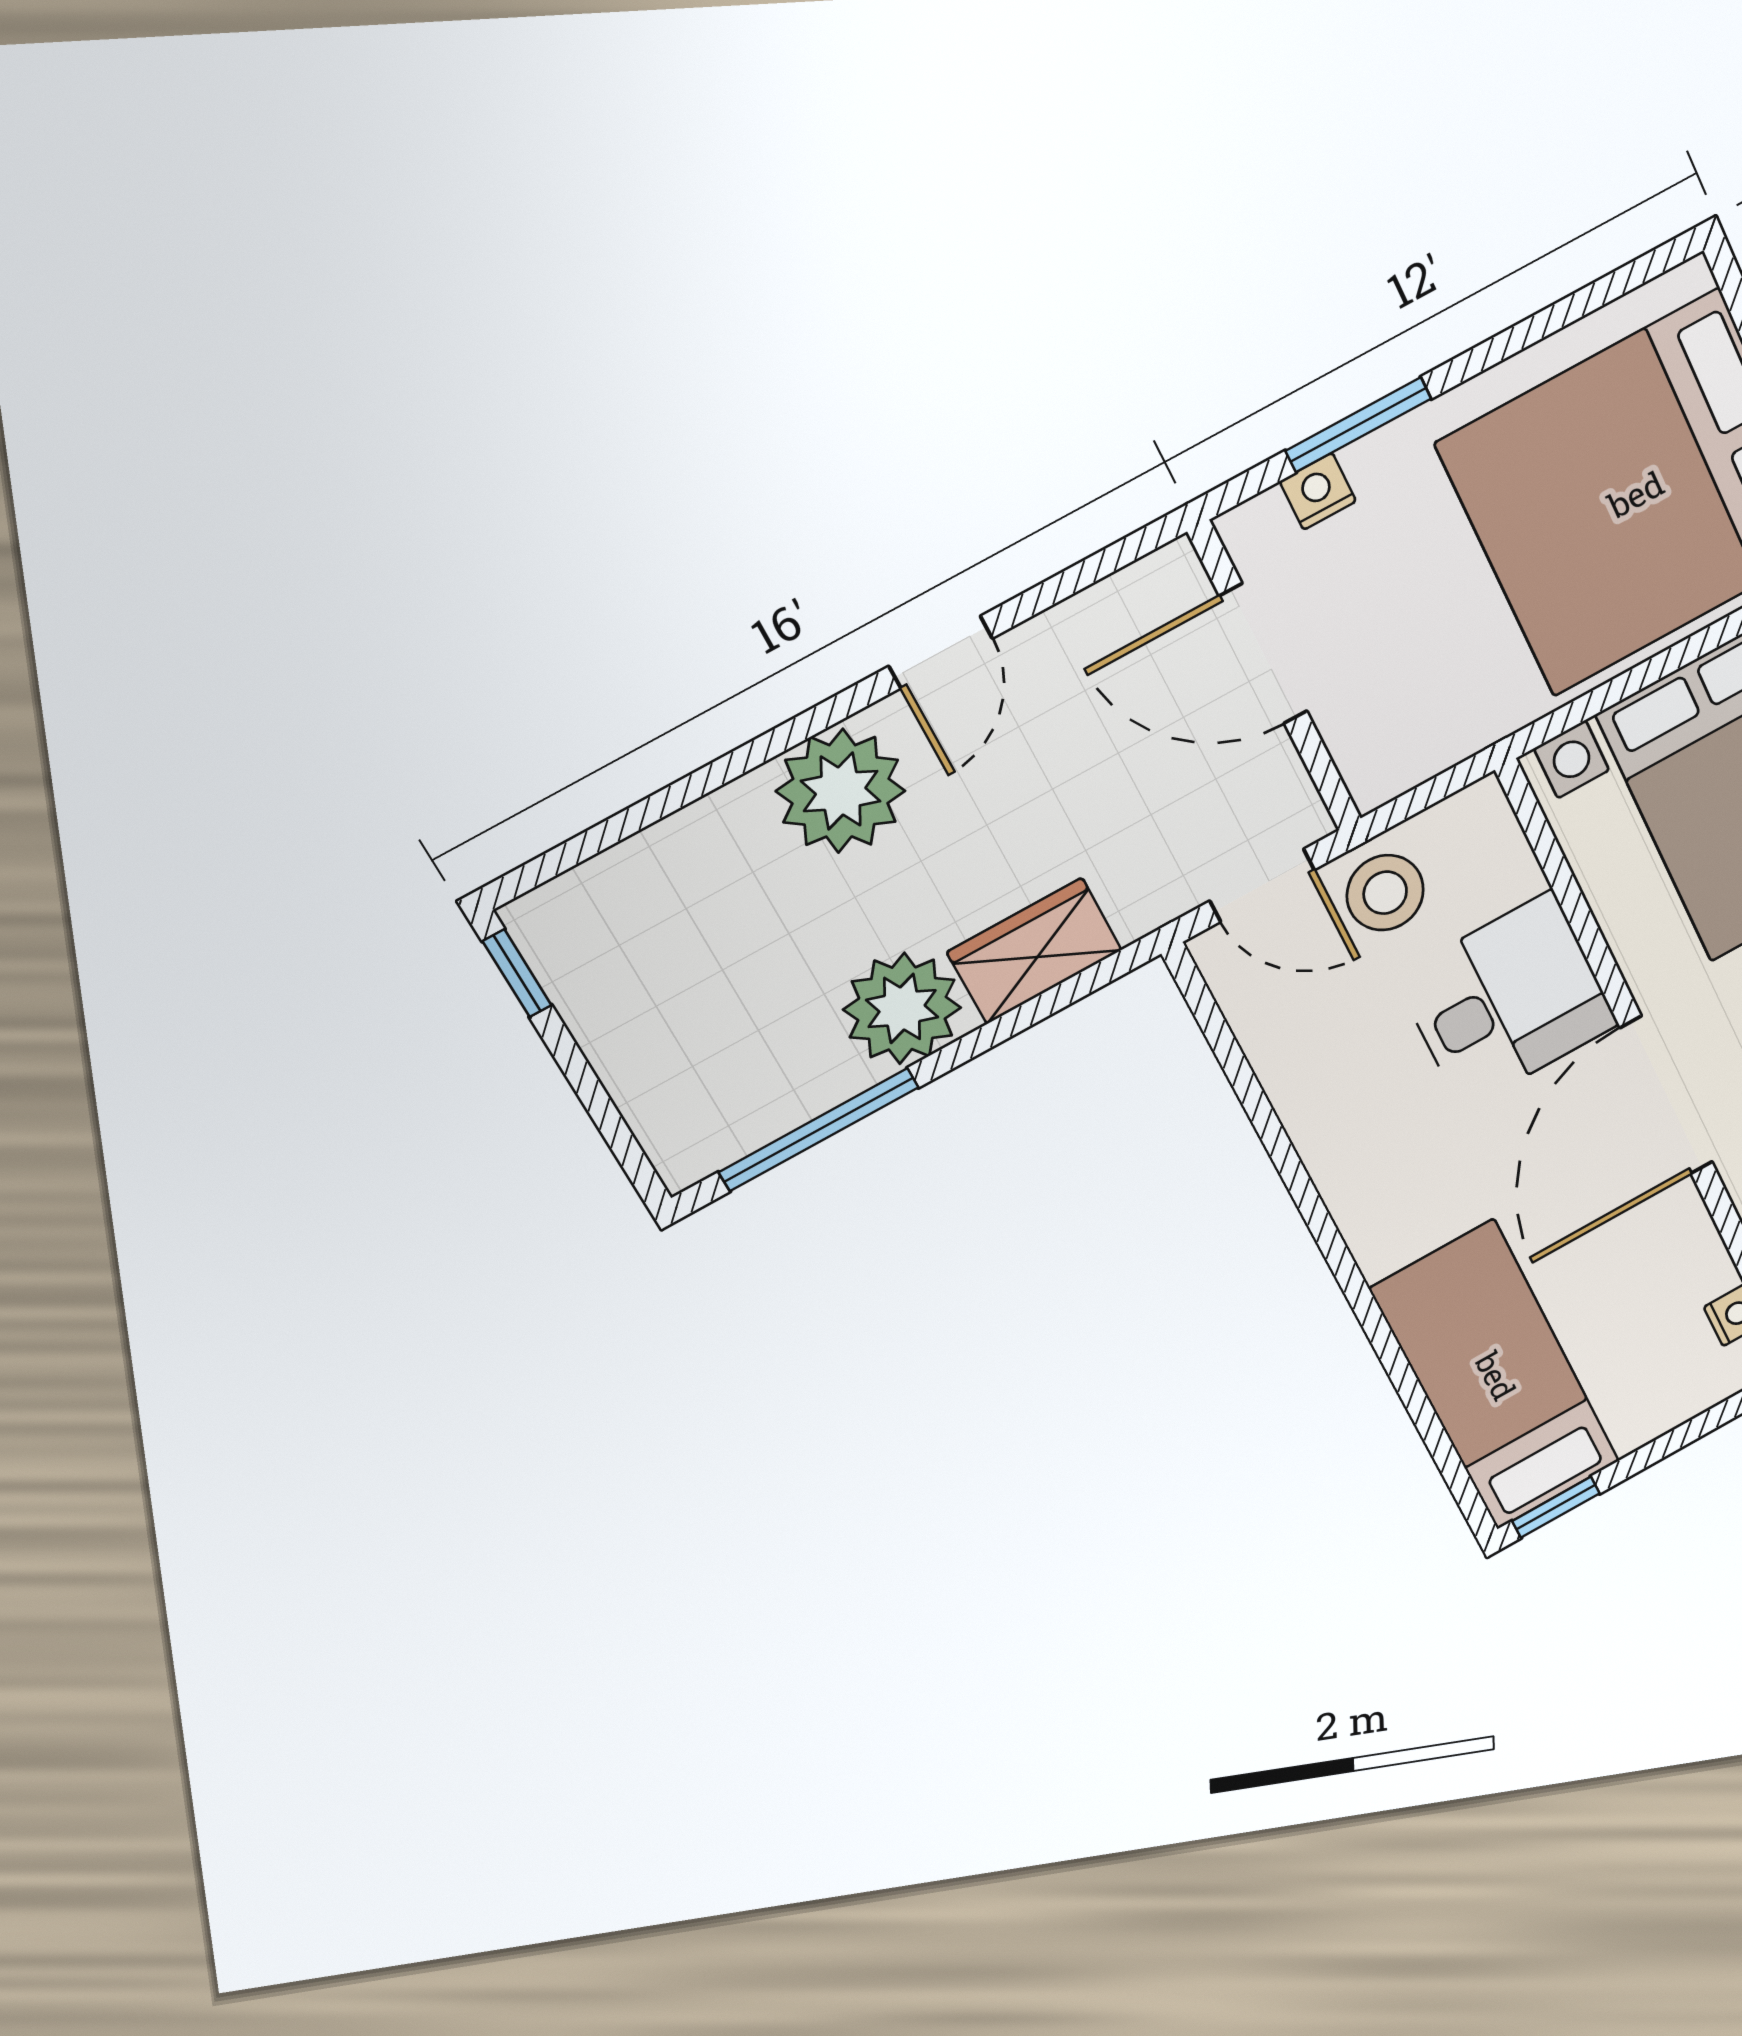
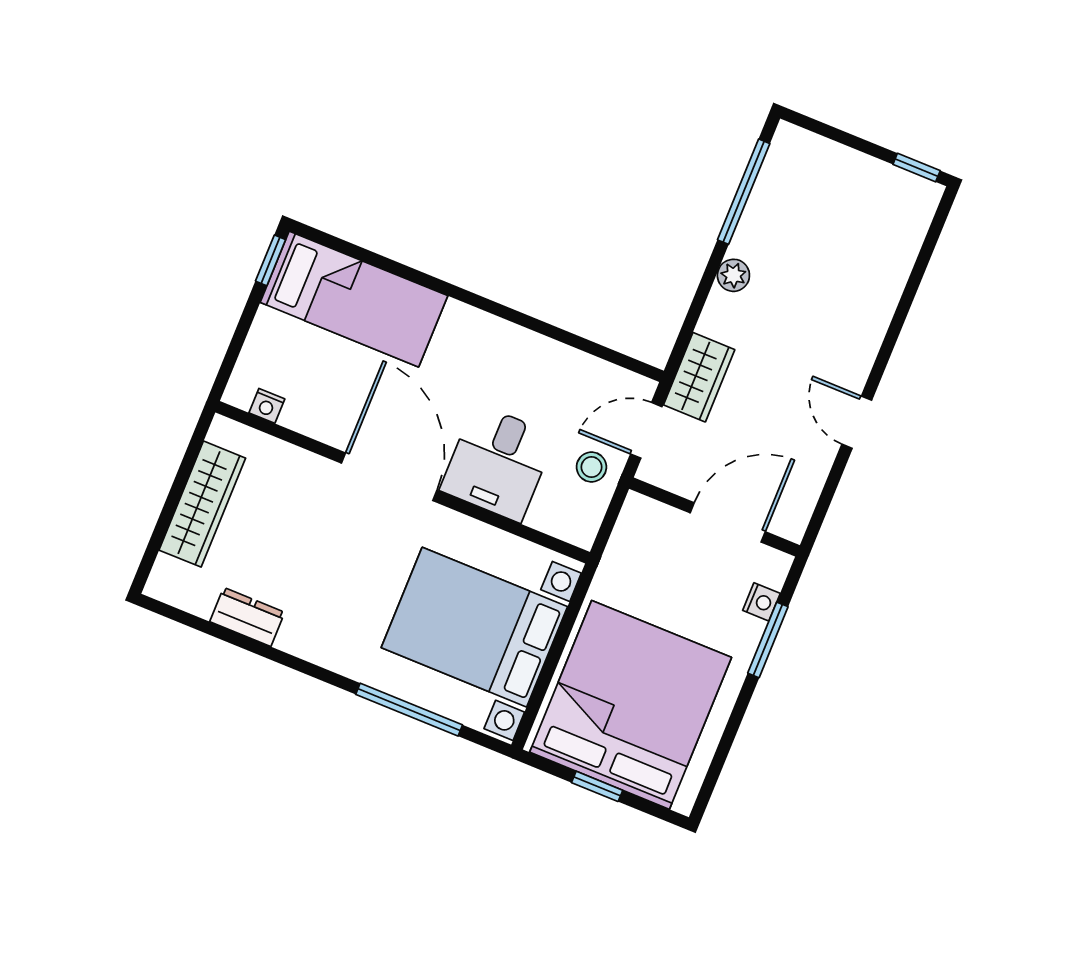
plant: (841, 791) -> (850, 337), removed
stool: (1385, 893) -> (591, 467), width x0.73, depth x0.73
wardrobe: (1034, 951) -> (699, 377), moved
plant: (902, 1009) -> (733, 275), width x0.53, depth x0.53

